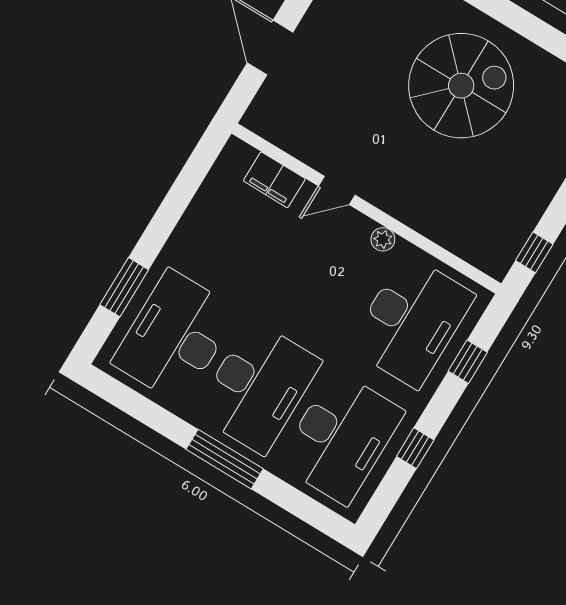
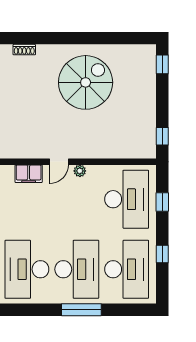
plant: (383, 239) -> (80, 171), moved

